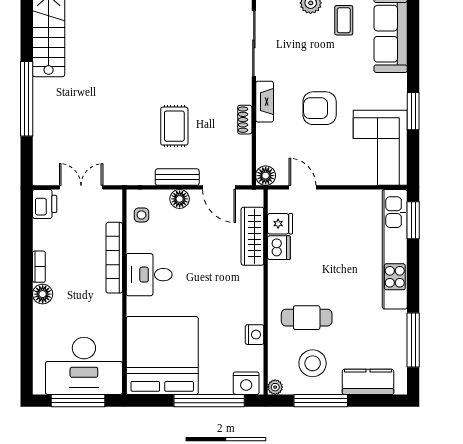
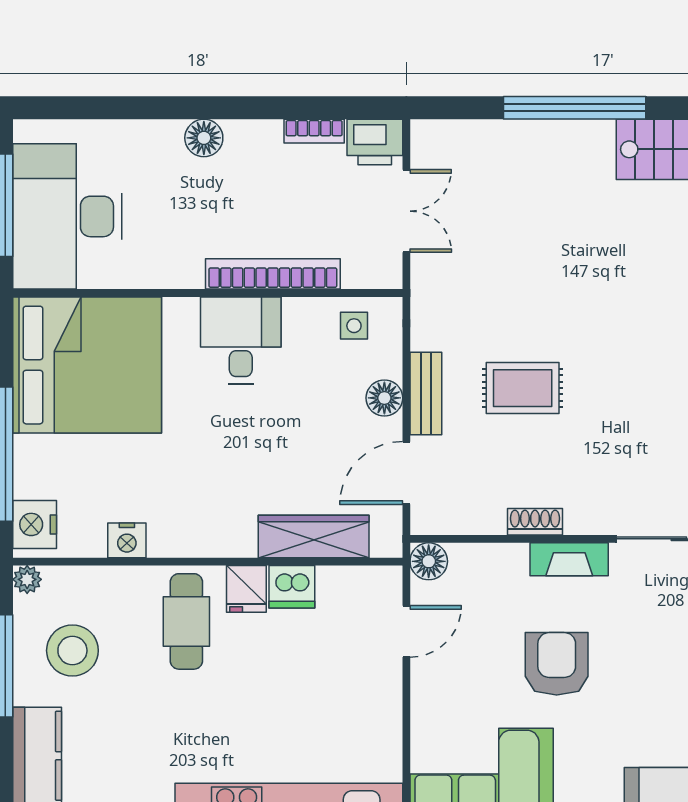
fridge: (280, 224) -> (246, 589), moved
bookcase: (39, 267) -> (314, 131), moved
cafe table: (307, 318) -> (186, 621), moved

